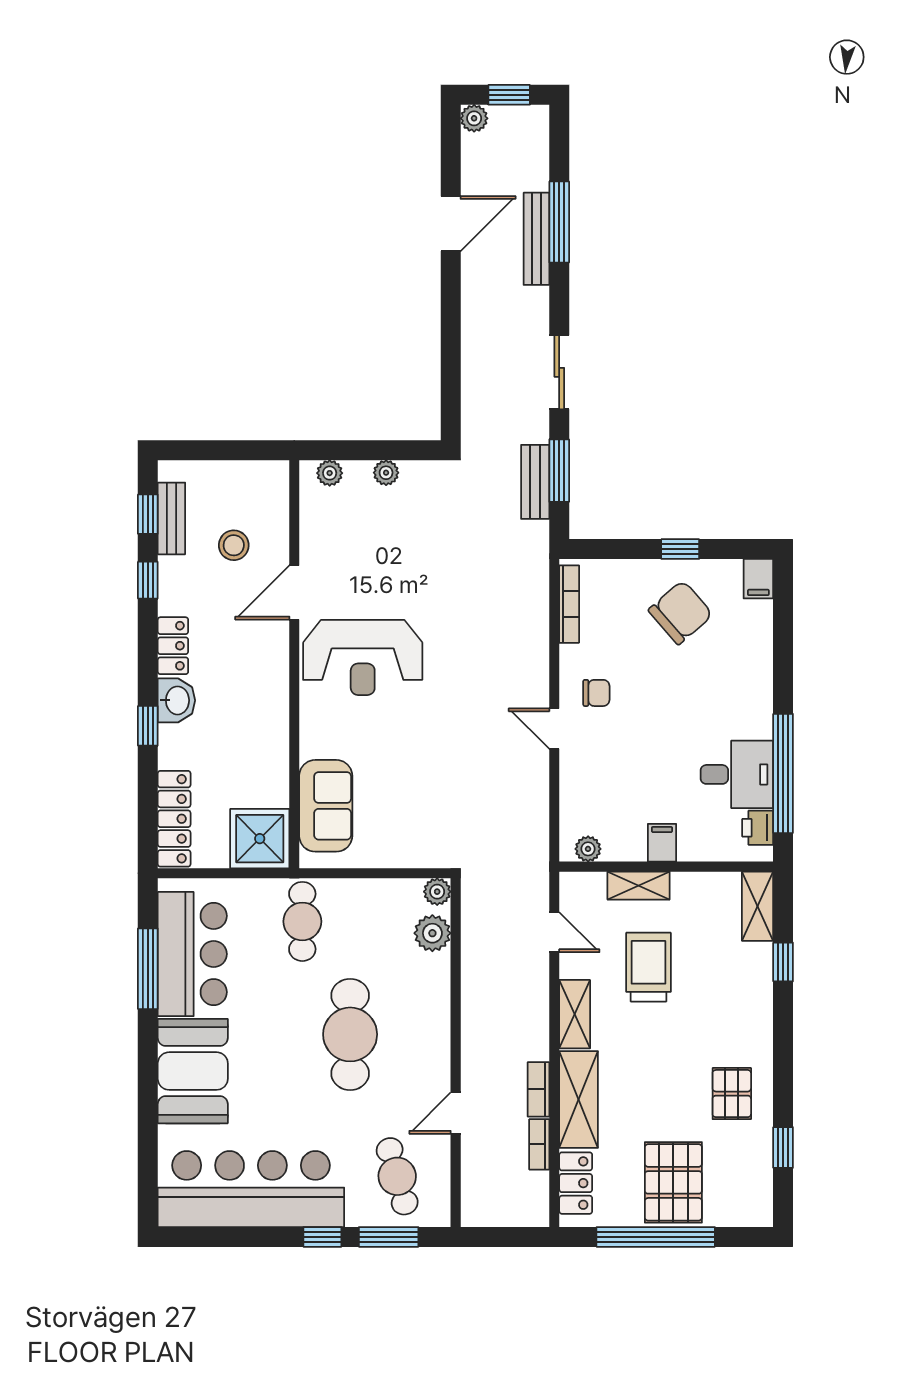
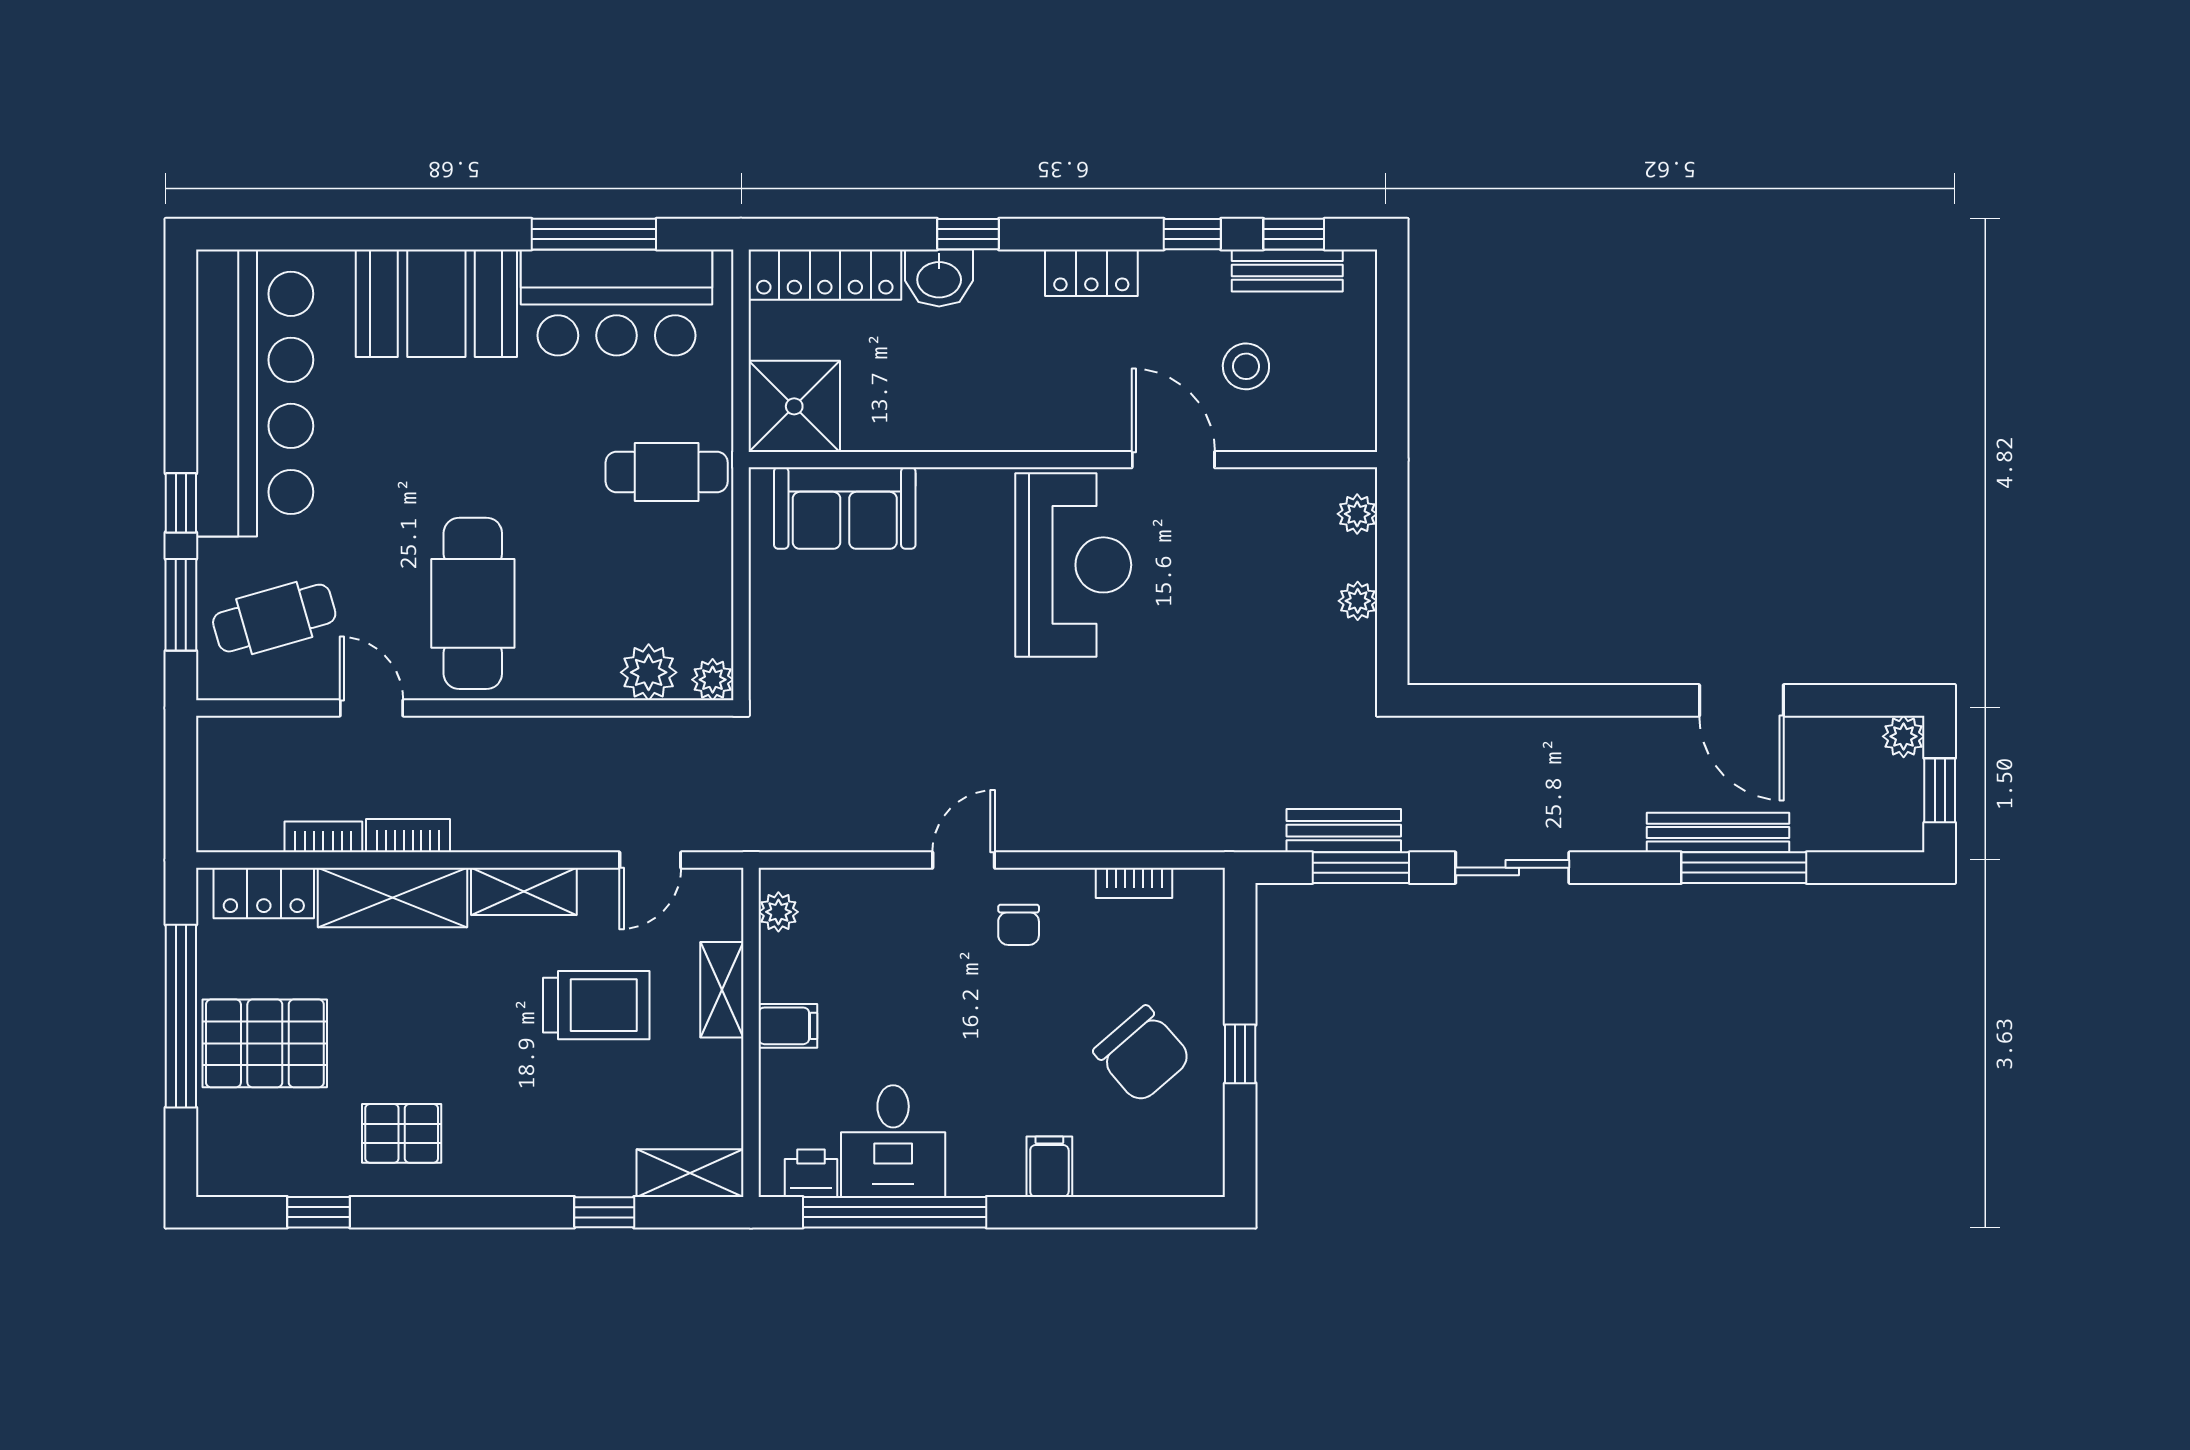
filing cabinet: (758, 579) -> (1049, 1167), moved, turned 90
bookcase: (569, 604) -> (1134, 883), width x0.64
reception desk: (363, 657) -> (1073, 565), turned 180
washbasin: (176, 700) -> (939, 278), moved
cafe table: (350, 1034) -> (473, 603), moved, turned 90

